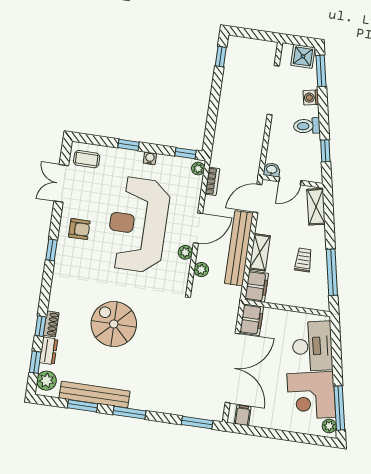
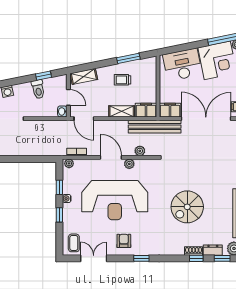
toilet: (307, 126) -> (38, 89), moved
window: (186, 153) -> (59, 187), moved
double door: (61, 183) -> (94, 258), swing flipped
bench: (239, 248) -> (155, 127), moved
window: (332, 272) -> (128, 58), width x0.69

